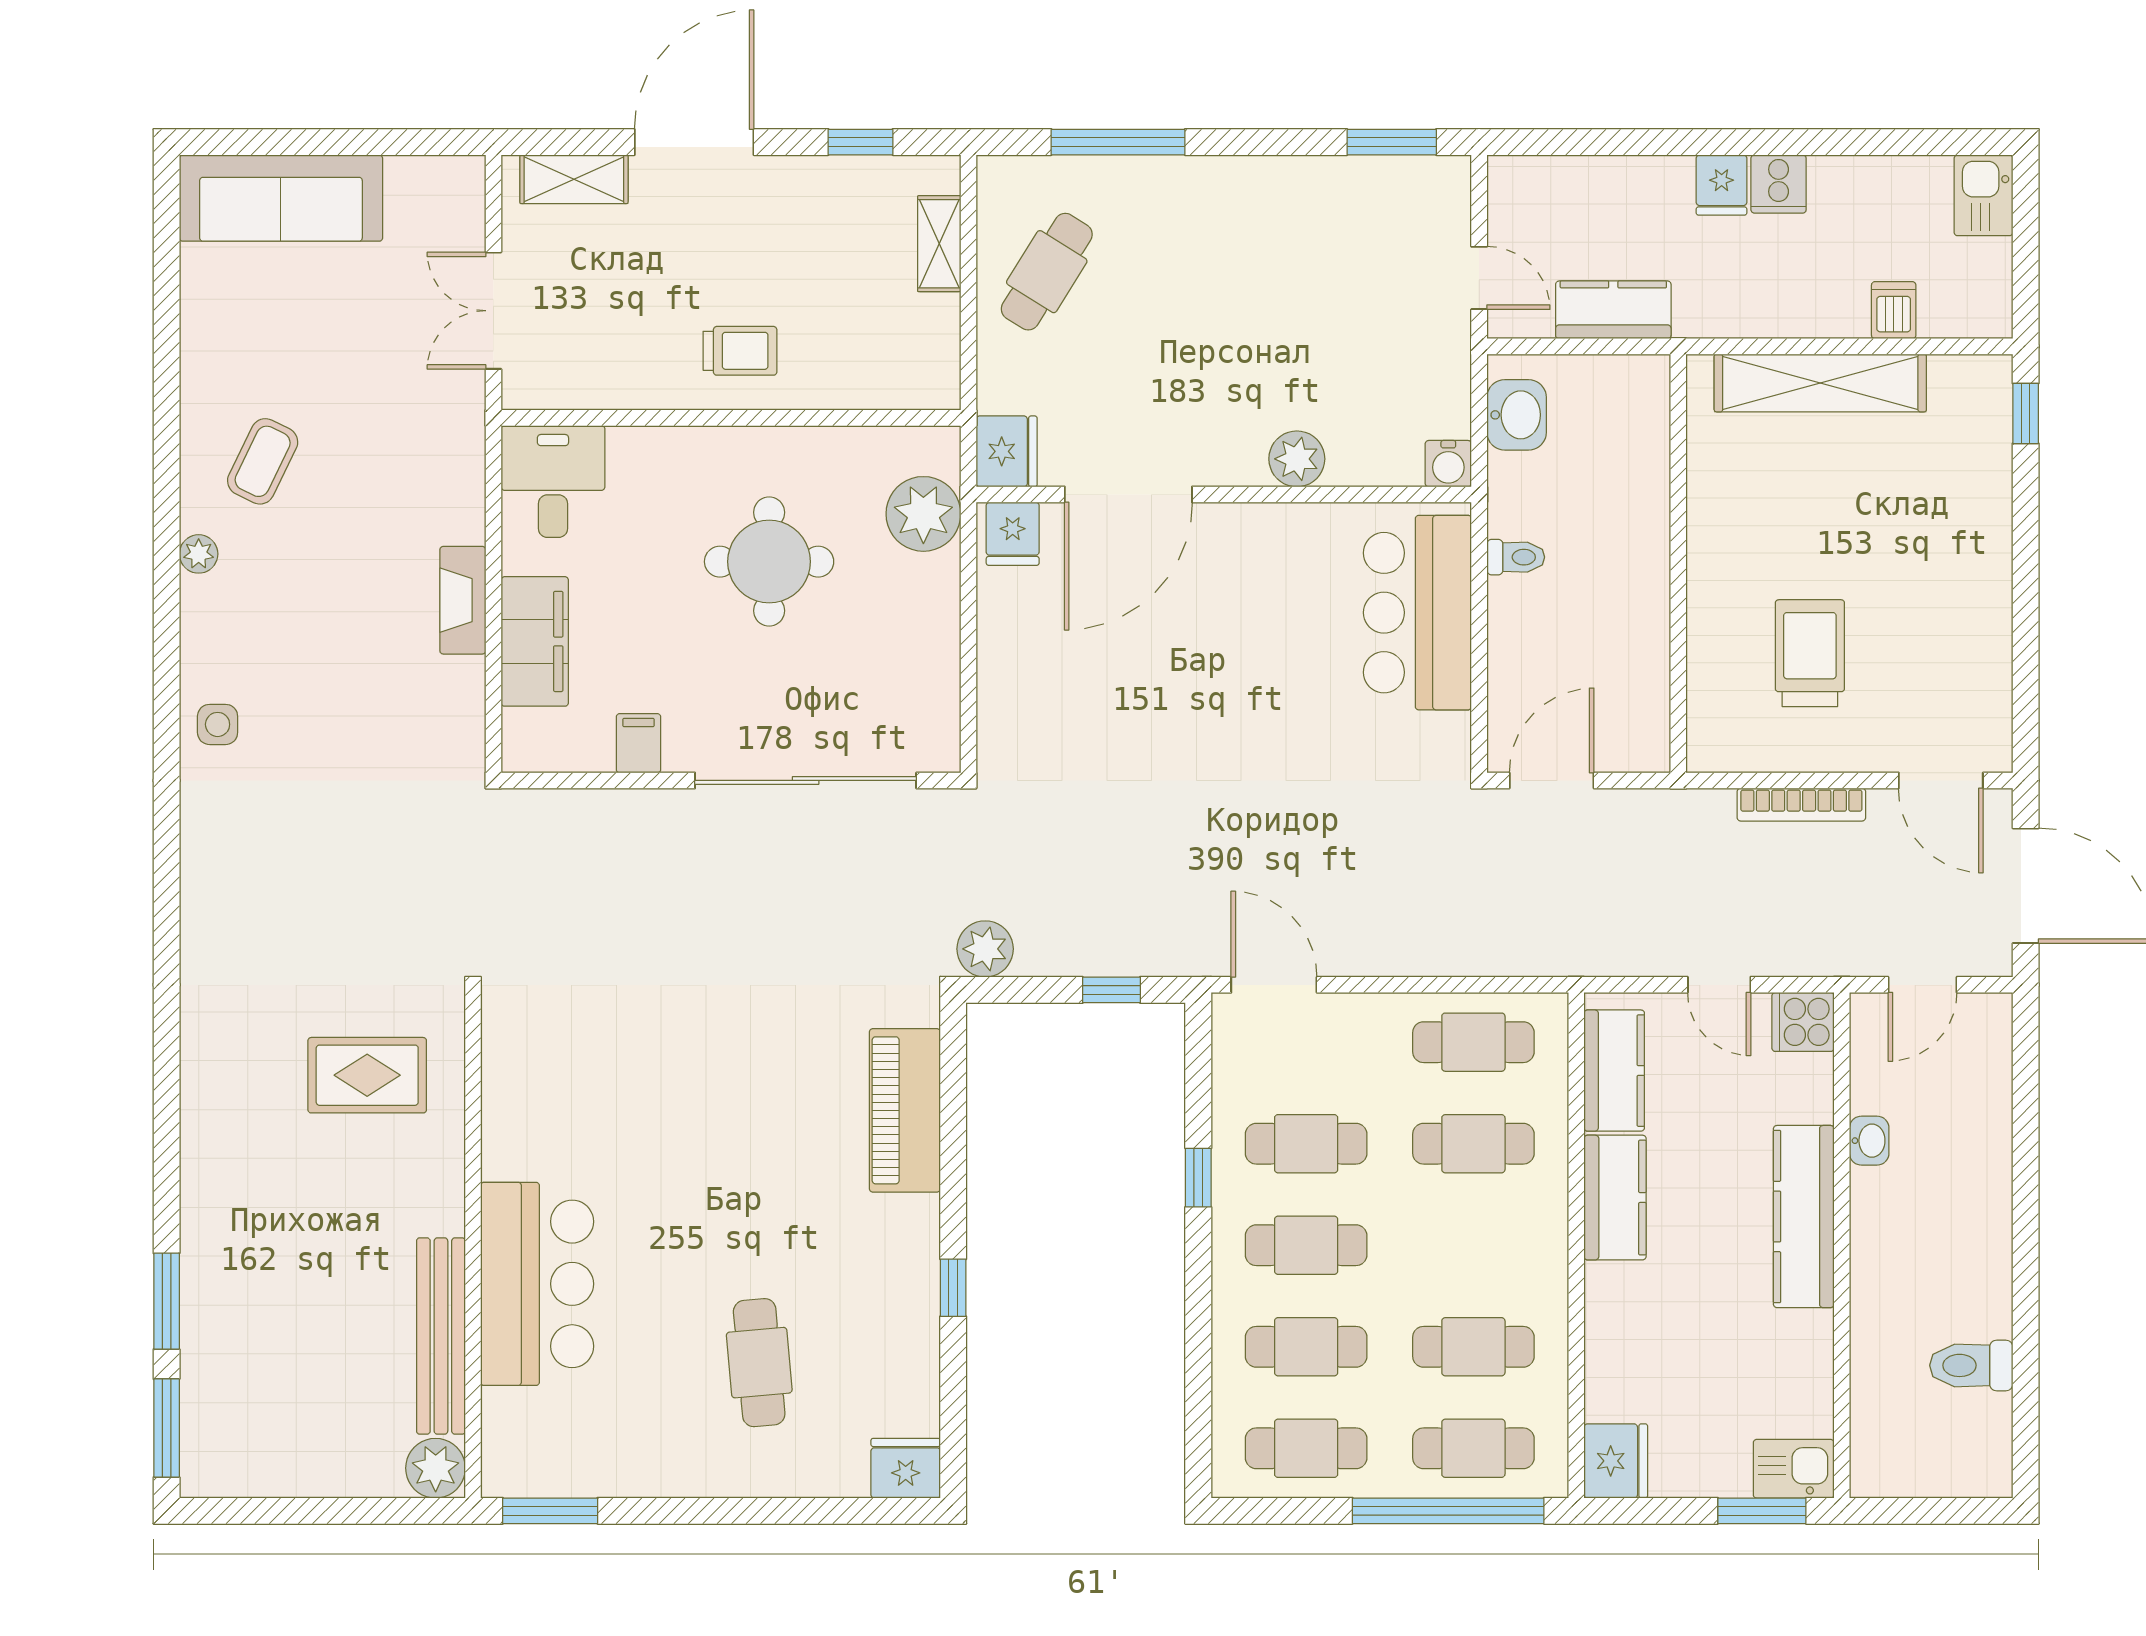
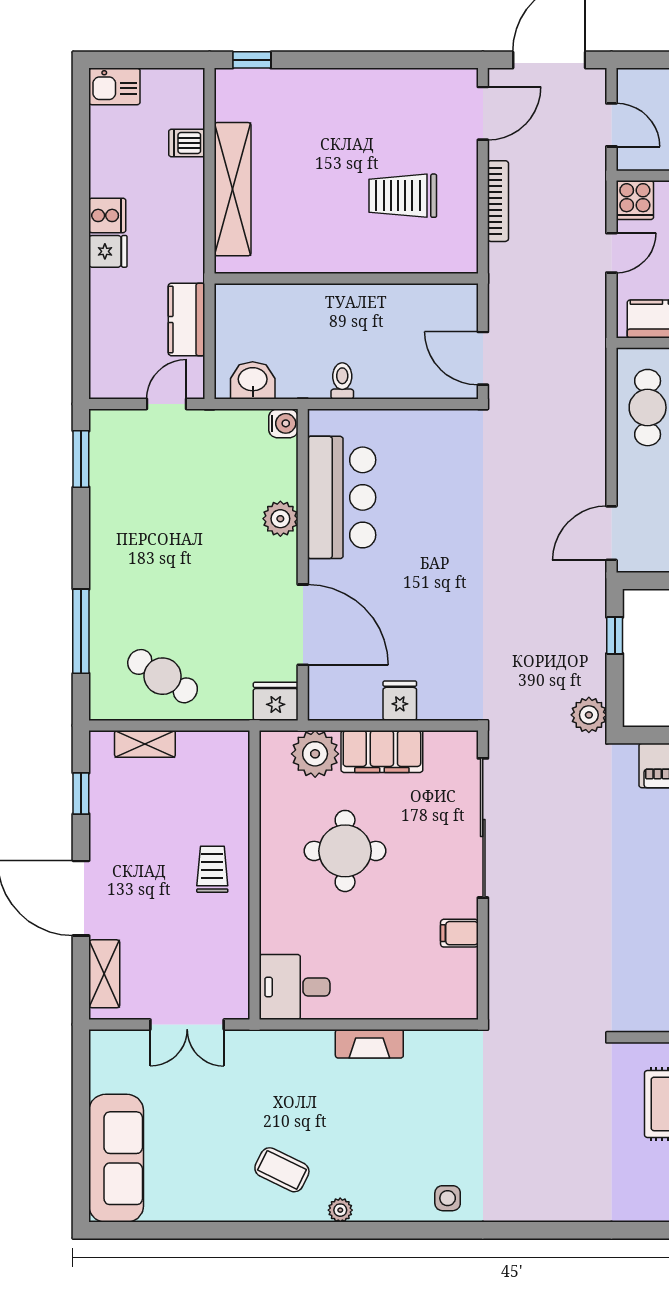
fridge: (1013, 534) -> (400, 701), moved, turned -90
bar counter: (1417, 613) -> (342, 497), moved, turned -90
filing cabinet: (535, 641) -> (382, 751), moved, turned 180

